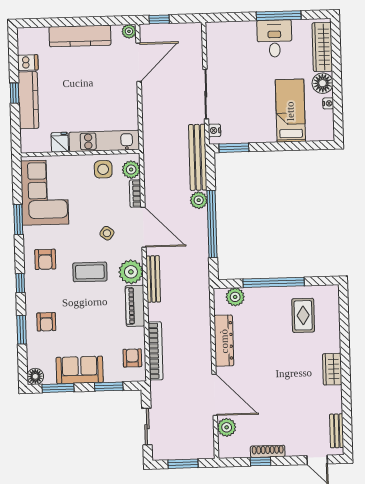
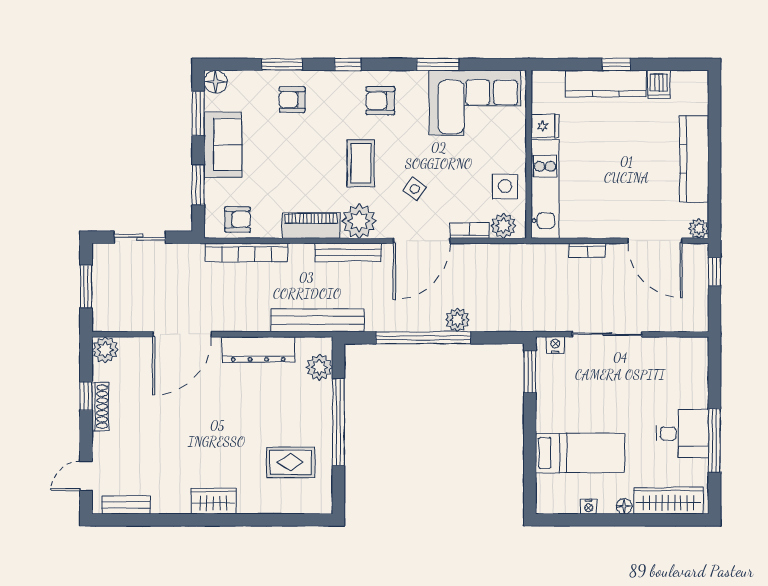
floor lamp: (323, 83) -> (624, 506), width x0.53, depth x0.53
bookcase: (147, 110) -> (587, 250), added
bench: (198, 157) -> (318, 320), moved
plant: (227, 427) -> (105, 350), moved

